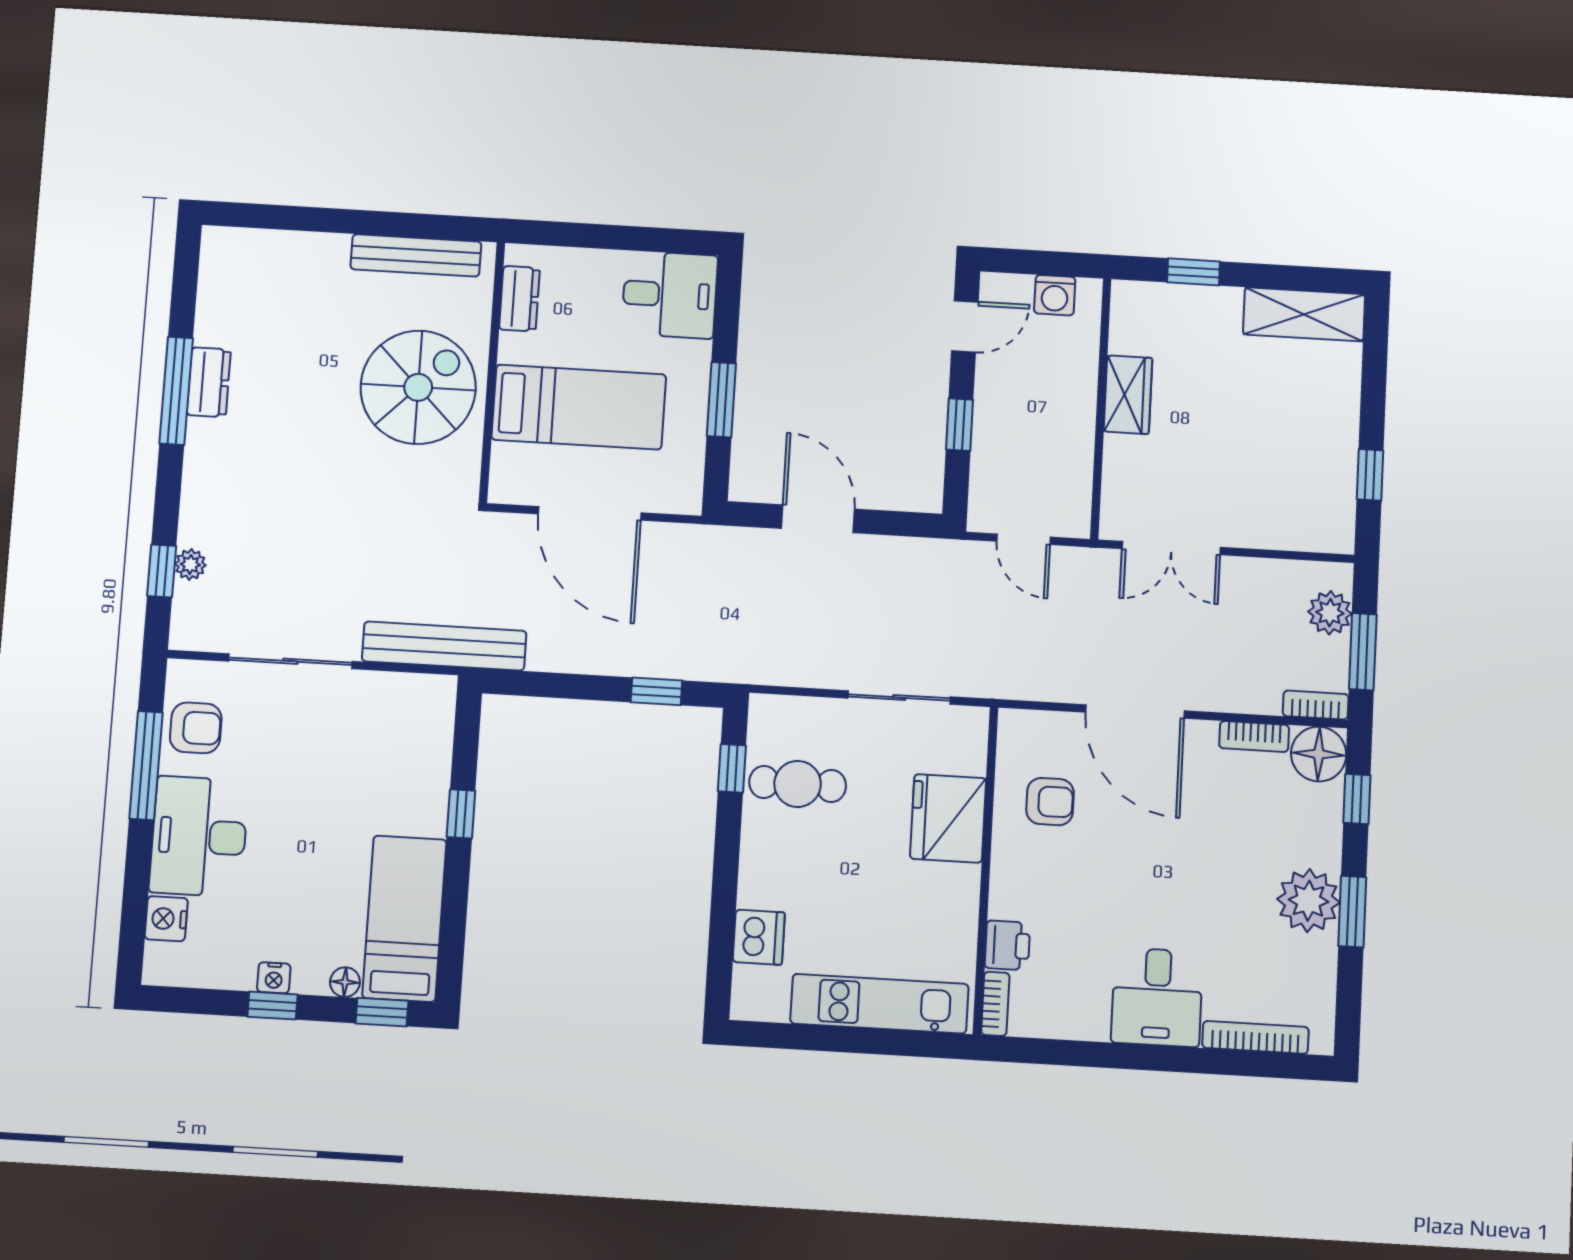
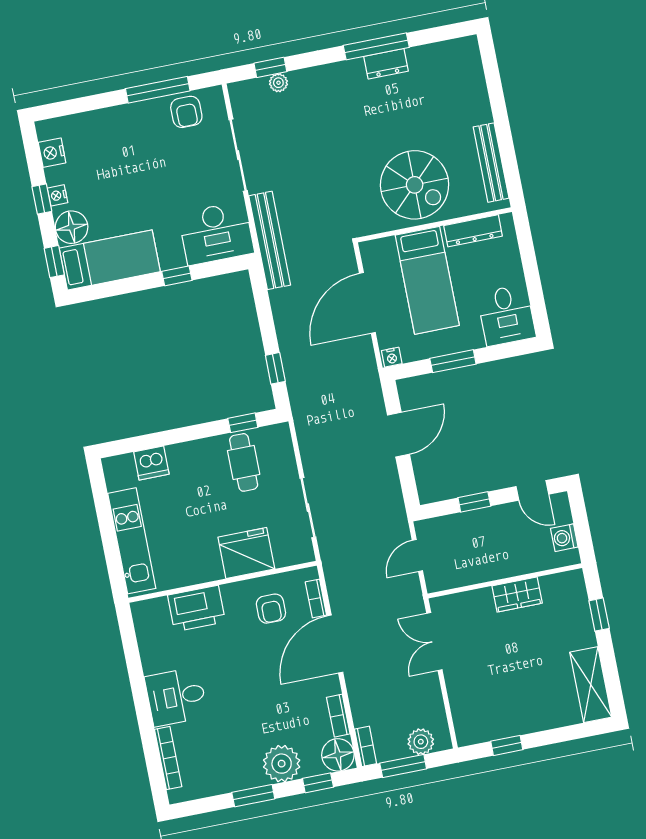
dresser: (519, 299) -> (473, 231), width x1.44
nightstand: (689, 497) -> (392, 357), added
desk: (199, 836) -> (216, 233), moved, turned 180
plant: (1308, 901) -> (282, 764), moved
nightstand: (166, 919) -> (52, 153), moved, turned -90
printer: (1007, 945) -> (196, 608), width x1.87, depth x1.48
floor lamp: (345, 982) -> (72, 227), width x1.89, depth x1.89
bookcase: (995, 1004) -> (316, 598), moved, turned 90

